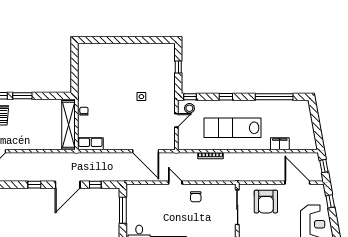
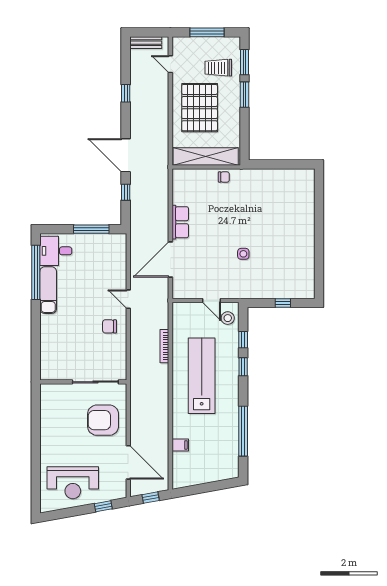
window: (190, 97) -> (243, 340), moved
pallet: (32, 129) -> (200, 108), added
row of seats: (90, 144) -> (180, 222), moved
filing cabinet: (280, 144) -> (180, 445), width x0.50
door: (175, 183) -> (128, 299), swing flipped
door: (297, 183) -> (128, 462), hinge flipped
window: (34, 185) -> (126, 93), moved

